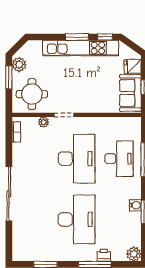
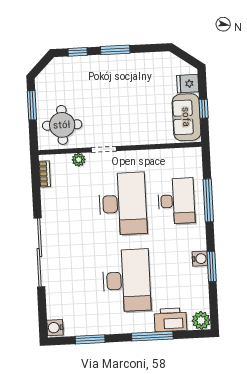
window: (105, 37) -> (78, 52), moved
kitchen unit: (81, 48) -> (121, 64), removed
plant: (19, 65) -> (44, 88), removed
water cooler: (18, 254) -> (55, 328), added
printer: (104, 255) -> (170, 320), width x1.87, depth x1.48

